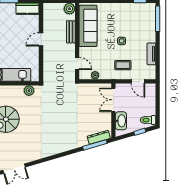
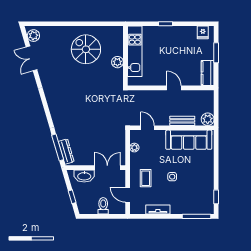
door: (77, 63) -> (147, 128), swing flipped
door: (138, 81) -> (128, 195), hinge flipped
plant: (29, 91) -> (117, 62), moved
toilet: (148, 120) -> (103, 206), moved

